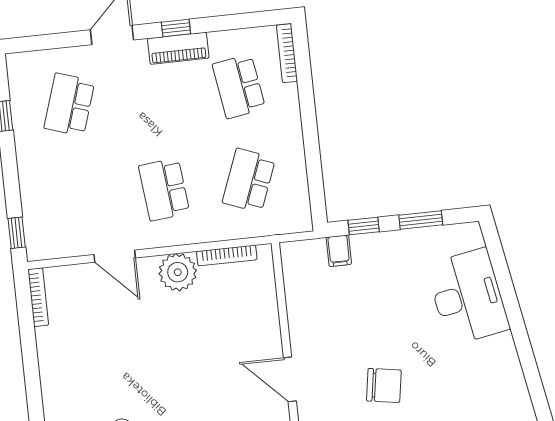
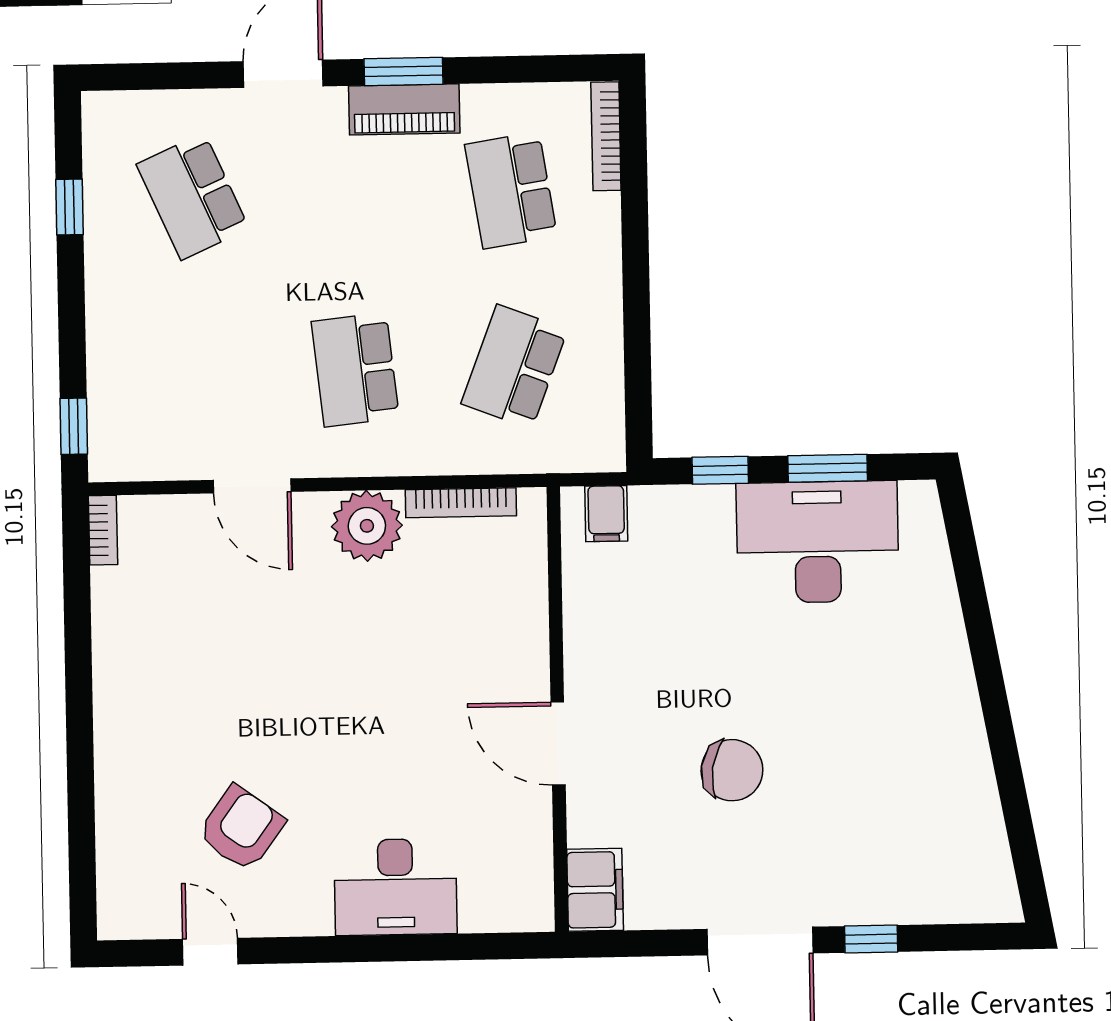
window: (176, 28) -> (403, 71), width x1.50
school desk: (69, 105) -> (193, 196), turned -42
filing cabinet: (339, 251) -> (606, 514), moved
bookcase: (38, 297) -> (103, 530), width x0.64
desk: (468, 297) -> (818, 542), moved, turned -80

